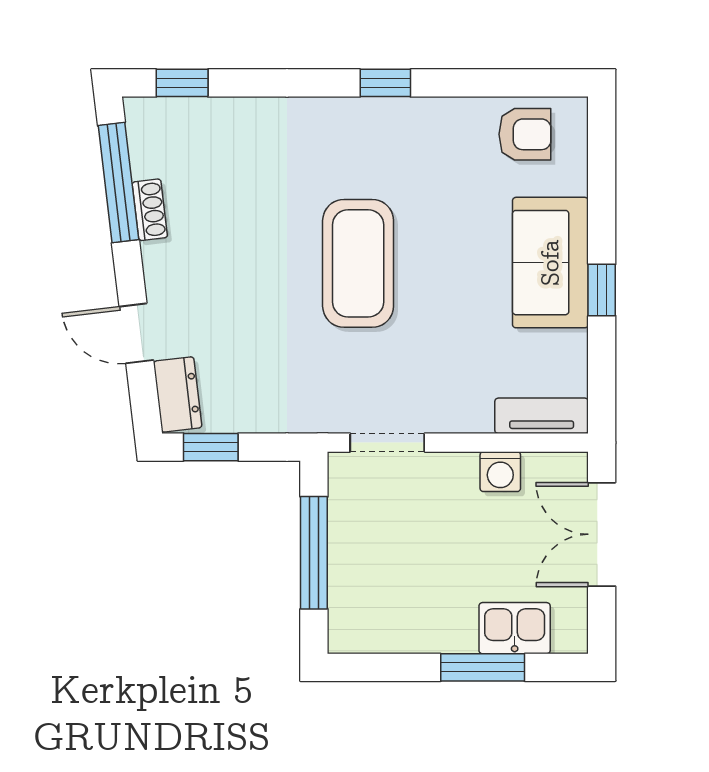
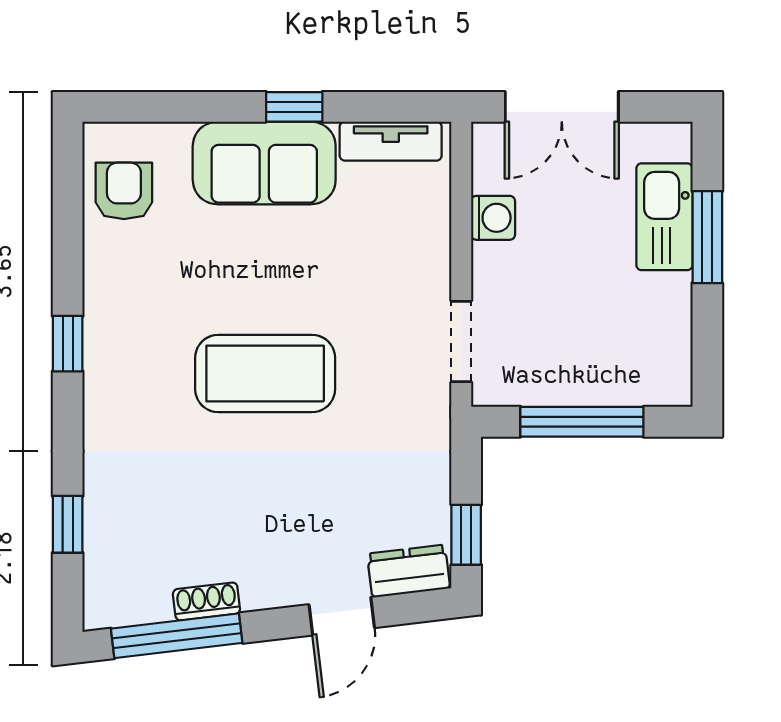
window: (182, 83) -> (68, 524), moved
tv unit: (542, 416) -> (391, 141), moved, turned -90
kitchen sink: (515, 628) -> (664, 217), width x1.38

